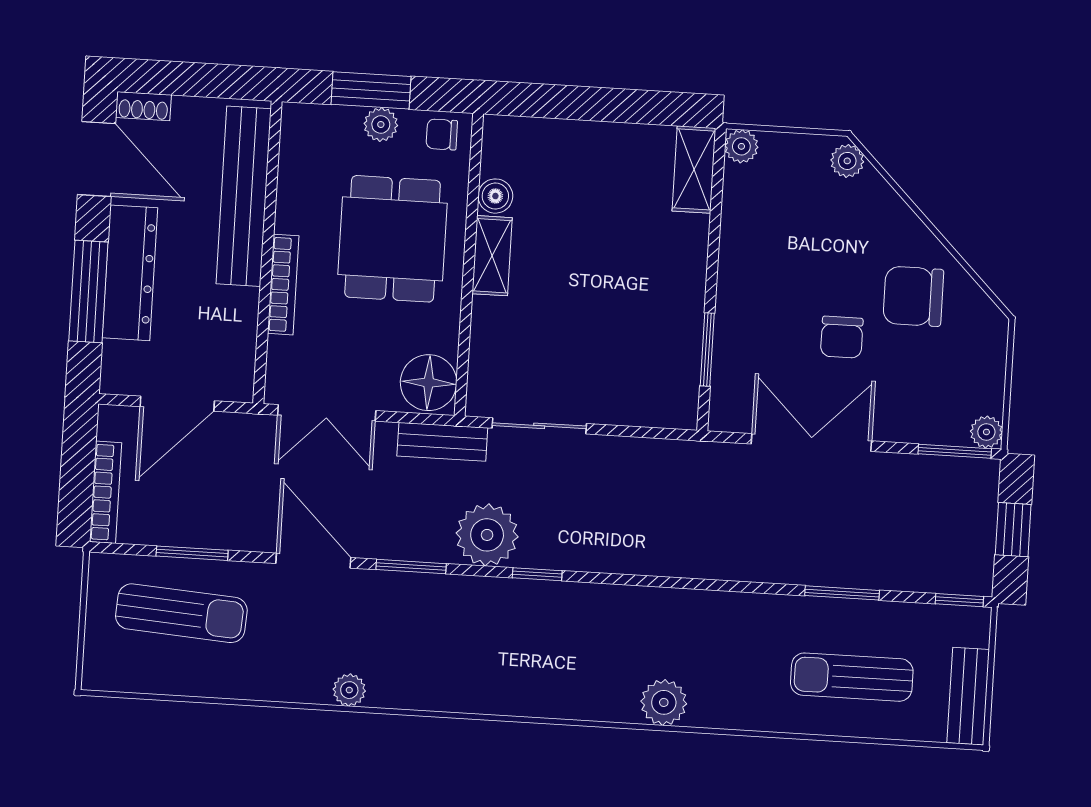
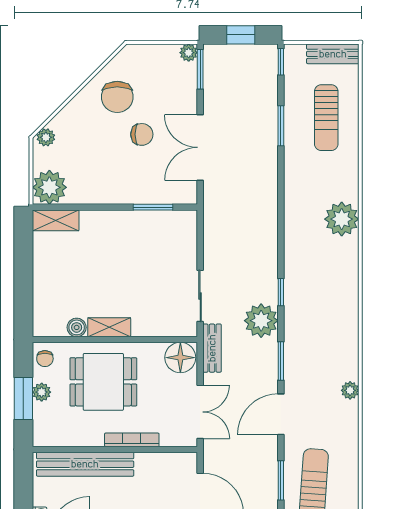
plant: (741, 146) -> (49, 187), width x1.88, depth x1.88
plant: (664, 702) -> (342, 219), width x1.36, depth x1.36

